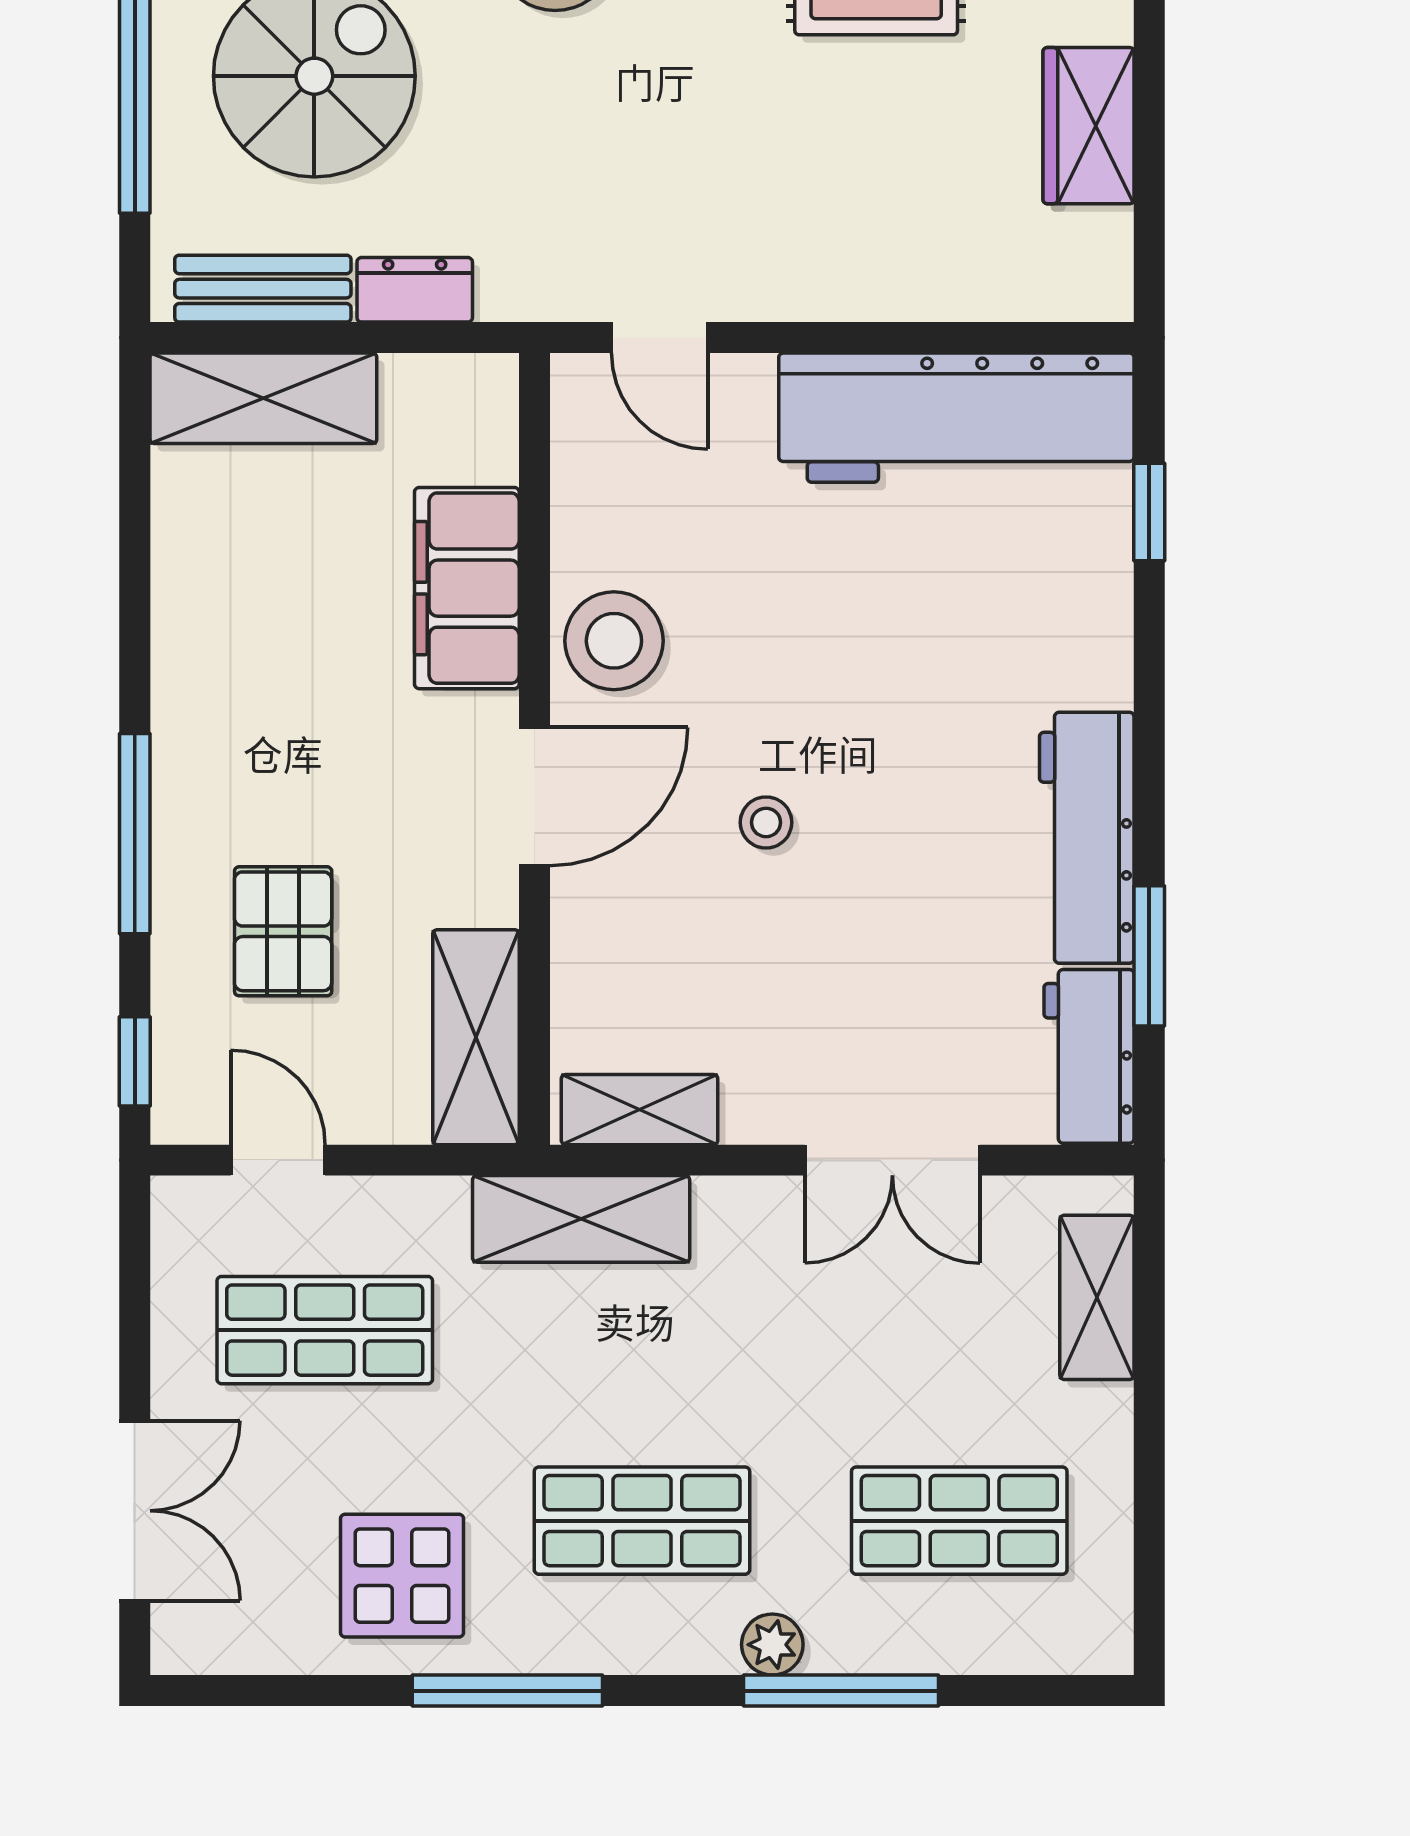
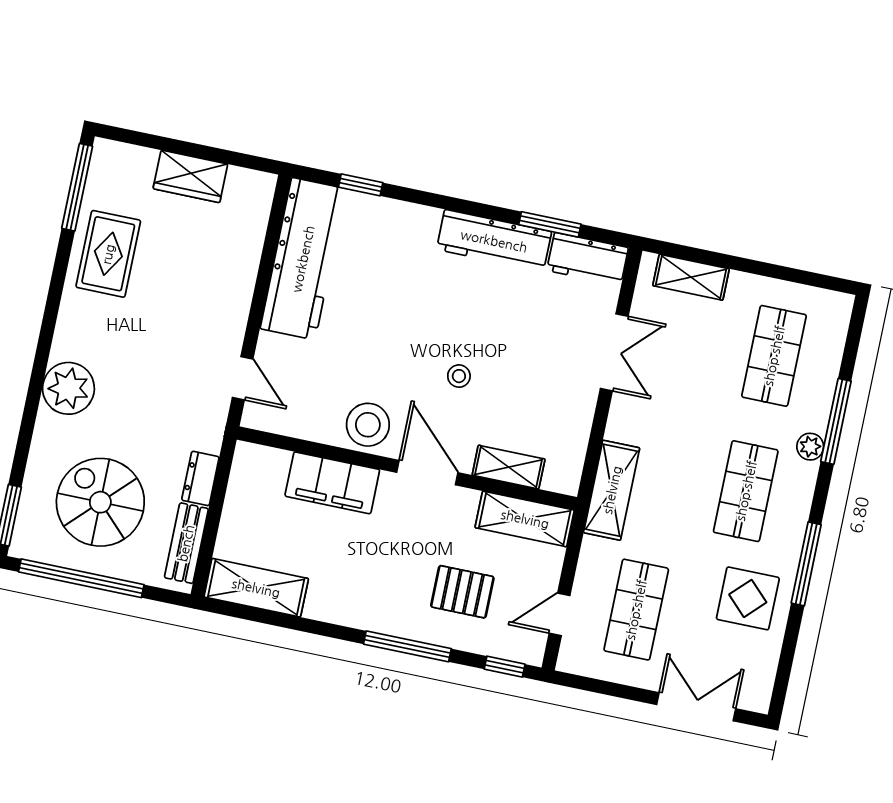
door: (659, 338) -> (243, 378), hinge flipped
shelving: (263, 398) -> (256, 588), moved, turned 90
shelving: (640, 1110) -> (509, 467), moved, turned 90

